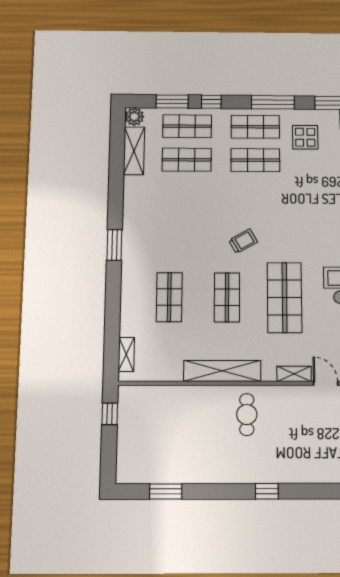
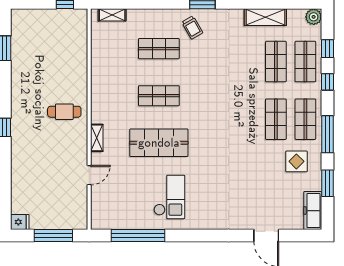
window: (172, 101) -> (327, 49), width x0.67
shelving: (134, 151) -> (265, 17), moved
trolley: (243, 241) -> (192, 27), moved
shelving: (222, 371) -> (99, 92), removed
shelving: (294, 374) -> (97, 138), moved

